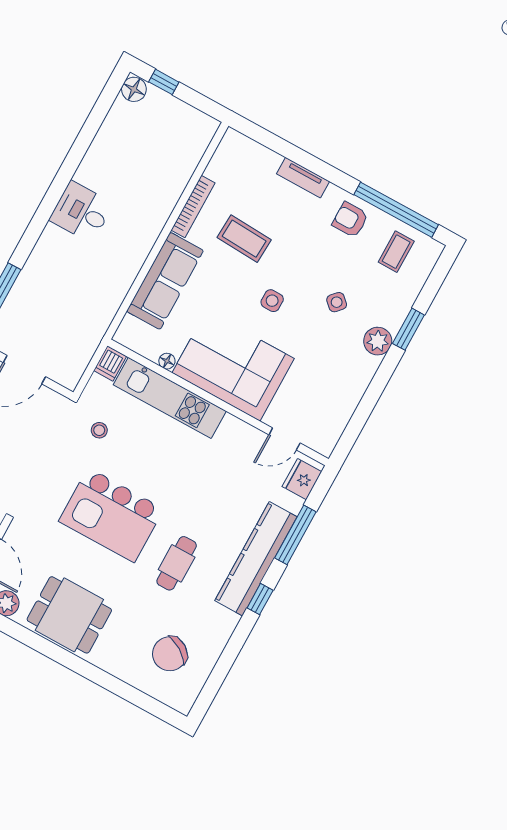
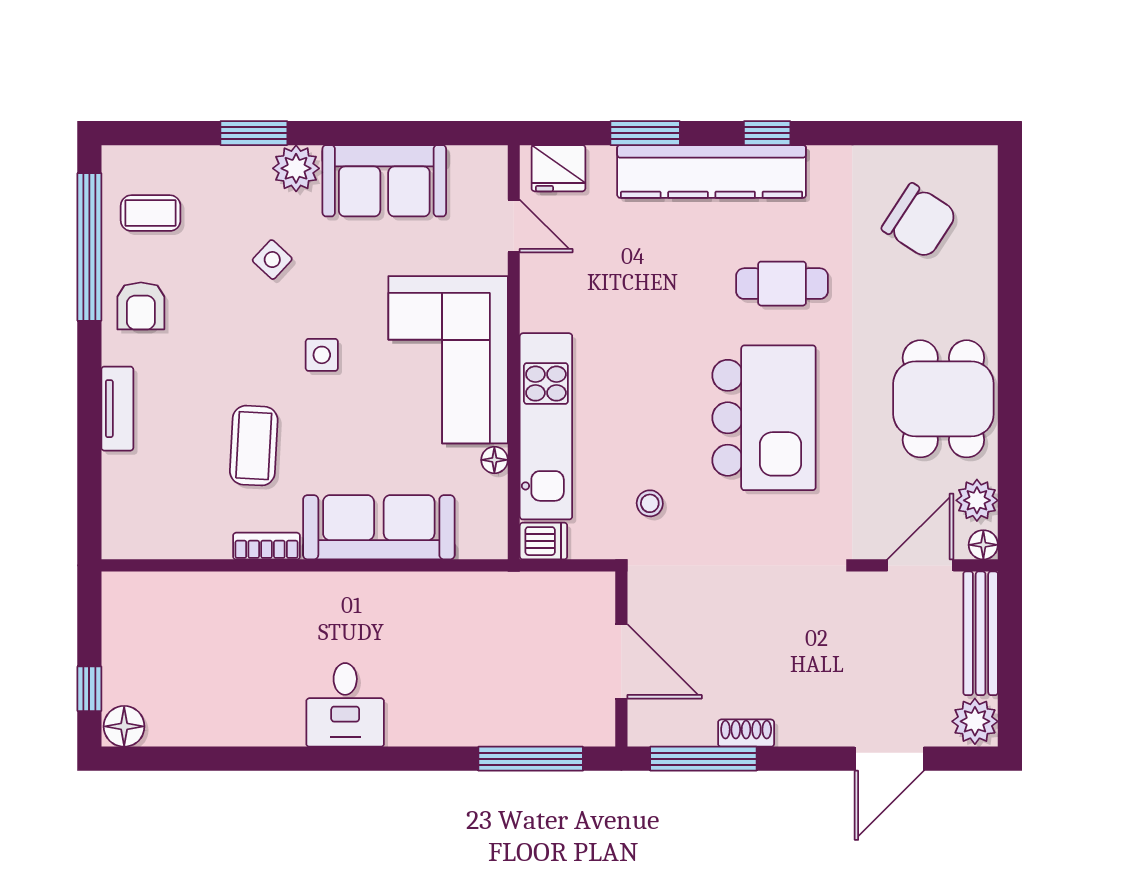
bookcase: (193, 206) -> (267, 546), width x0.64
sofa: (346, 384) -> (384, 181), added
window: (295, 535) -> (645, 133), width x0.69

